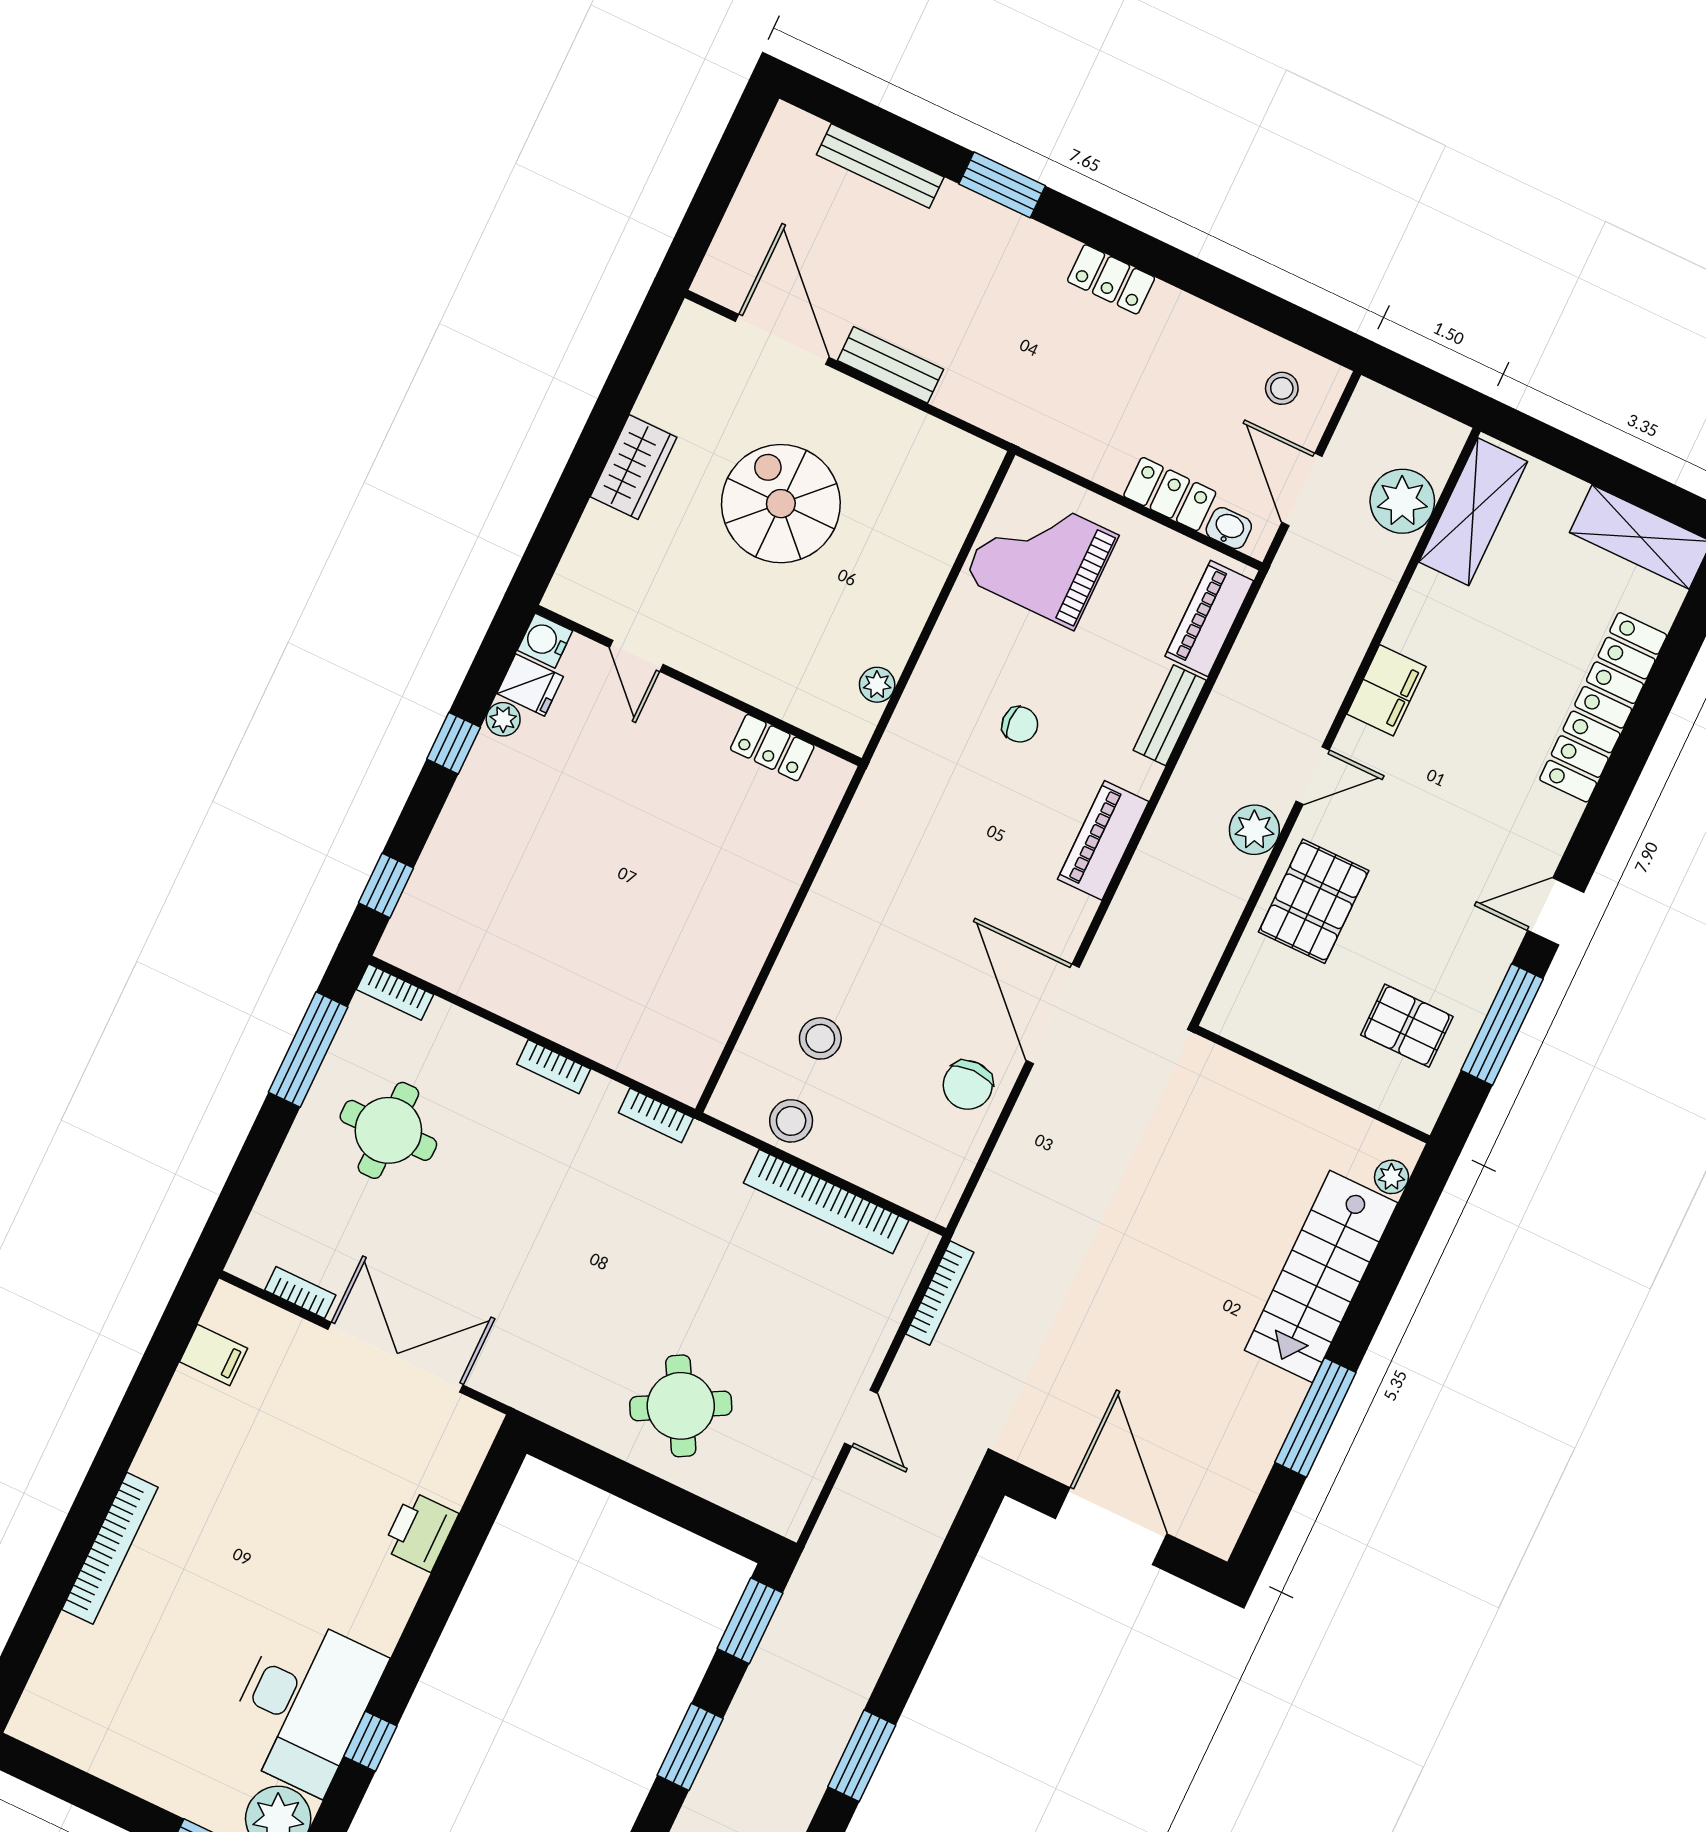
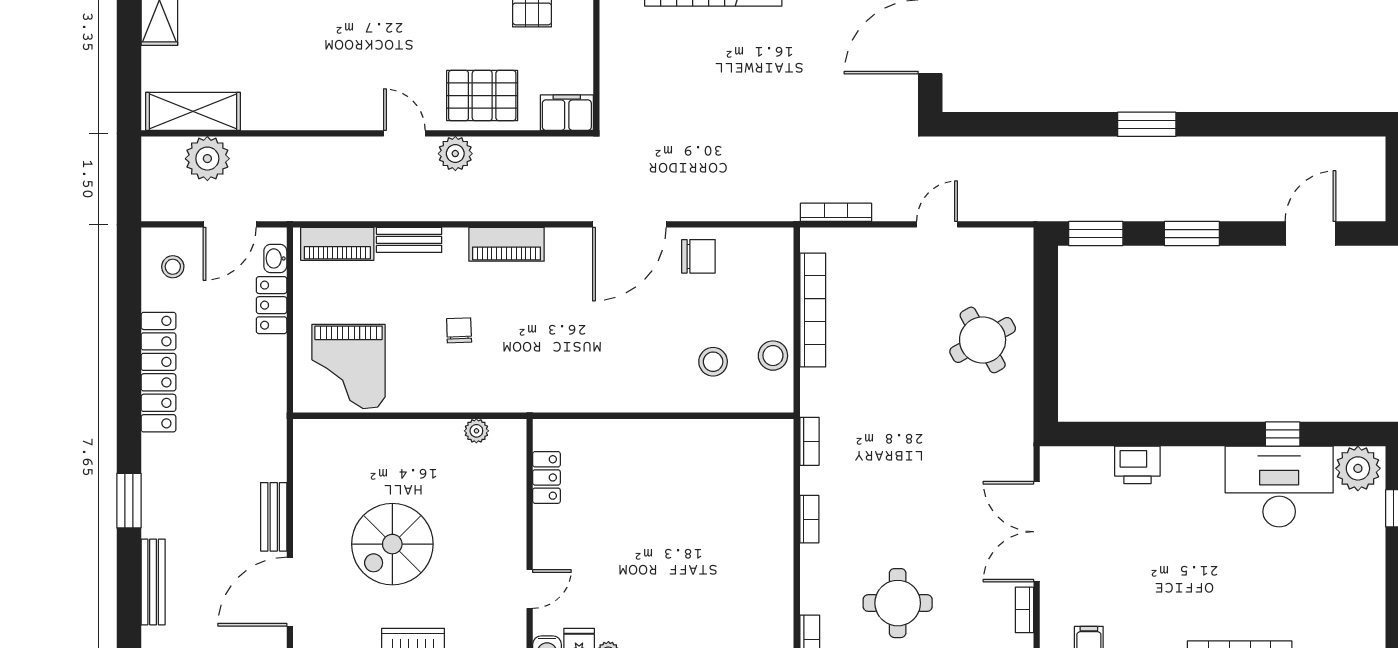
locker: (1111, 279) -> (158, 372), width x2.16, depth x1.21
filing cabinet: (1386, 690) -> (567, 113), moved

